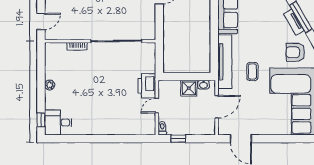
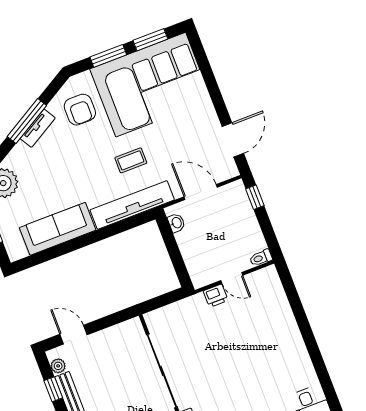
printer: (147, 86) -> (216, 296), width x0.53, depth x0.68
shower: (189, 88) -> (189, 242), removed
window: (178, 139) -> (255, 197), moved

